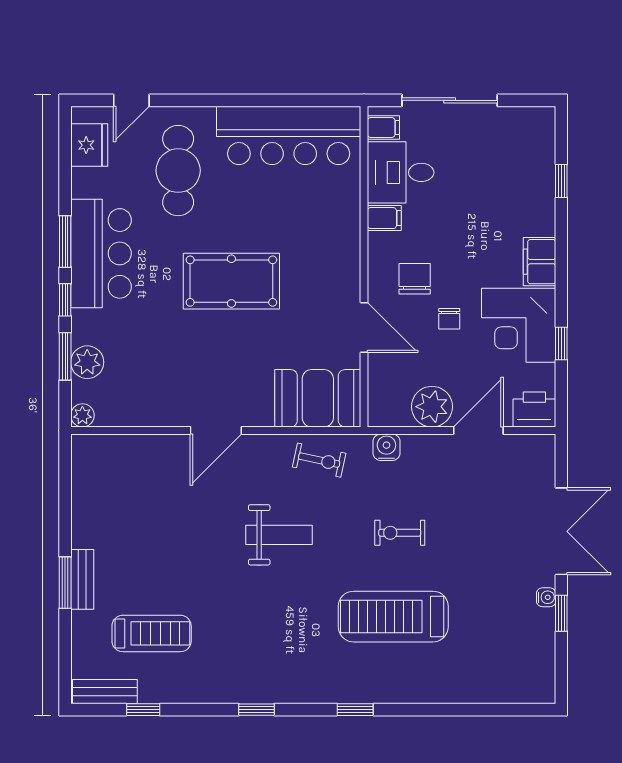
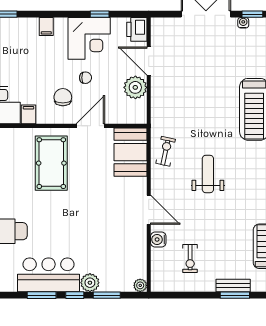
filing cabinet: (539, 262) -> (46, 27), width x0.50
chair: (415, 279) -> (63, 97), turned 90
pool table: (231, 281) -> (51, 163), moved
plant: (87, 362) -> (90, 283), moved
water cooler: (386, 447) -> (158, 239), moved
exercise bike: (400, 533) -> (190, 259), moved

